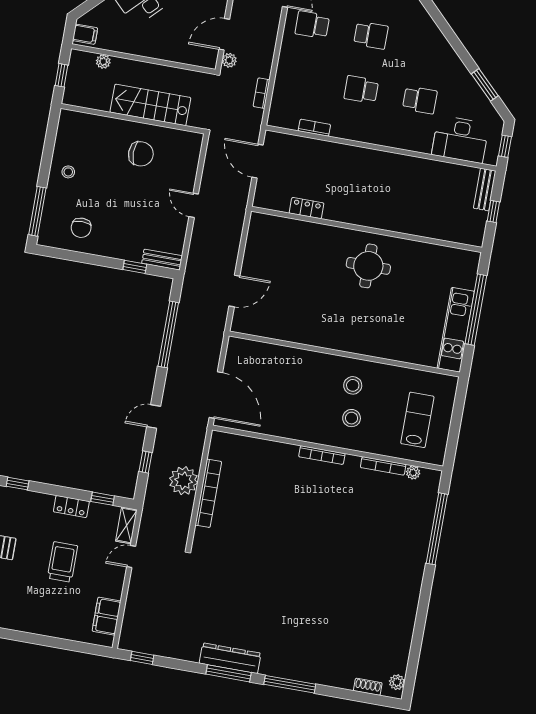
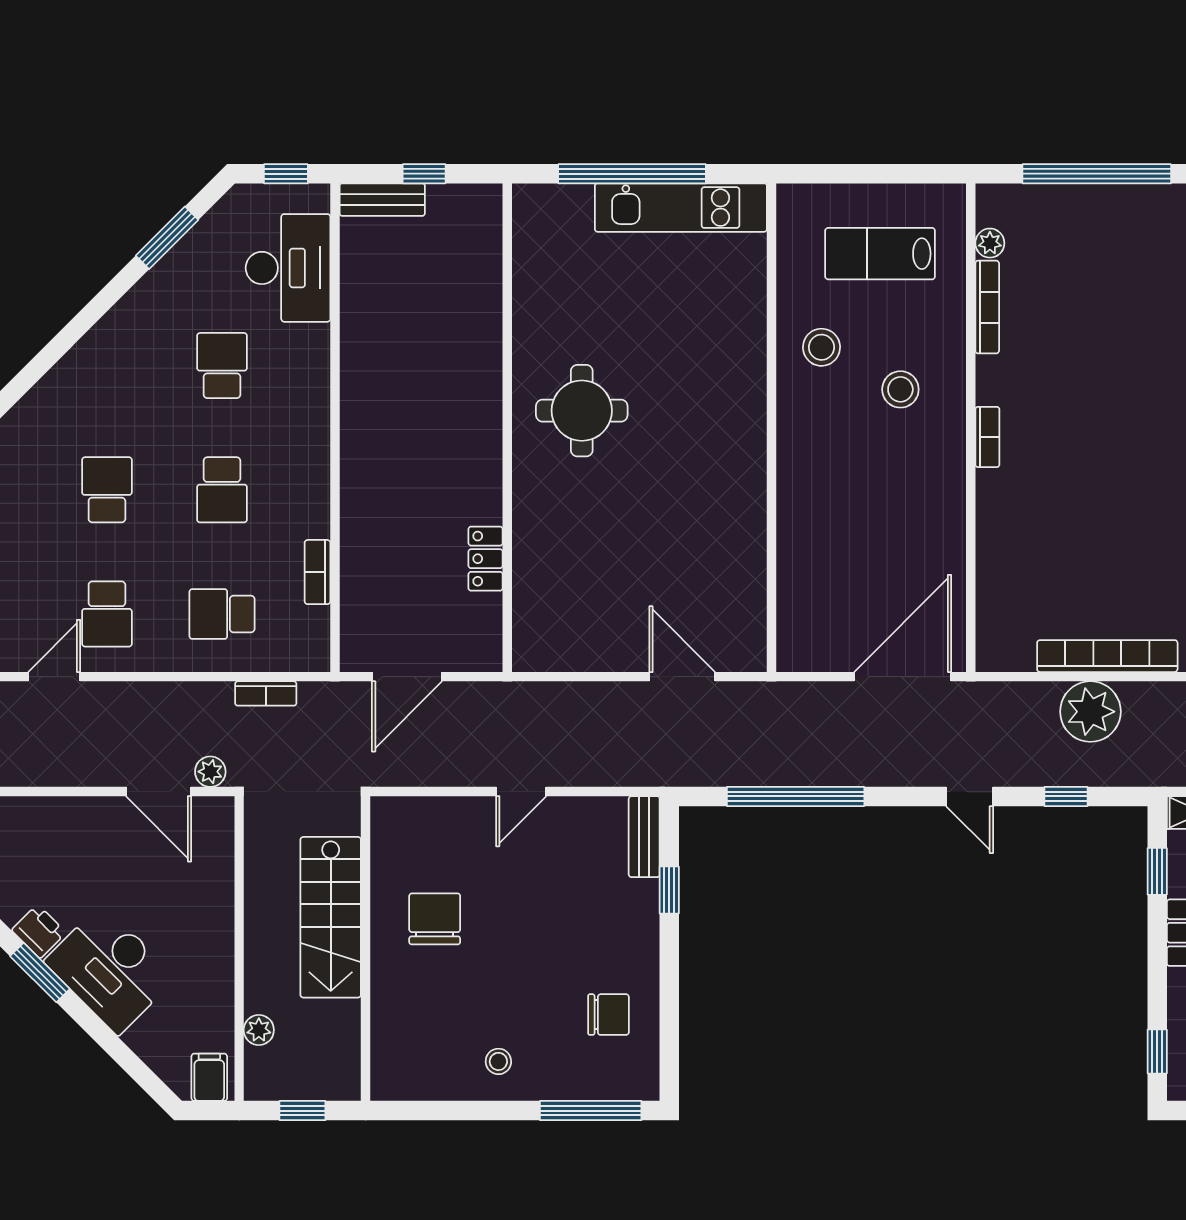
school desk: (303, 79) -> (222, 614), added
stool: (353, 385) -> (821, 347), moved
bookcase: (322, 455) -> (987, 437), width x0.64

